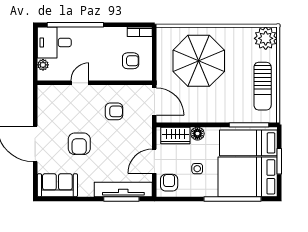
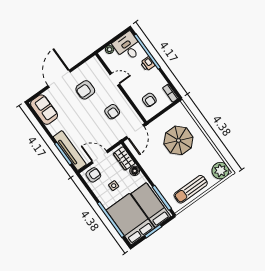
printer: (89, 34) -> (148, 64), added
parasol: (199, 61) -> (178, 140), width x0.73, depth x0.73
armchair: (79, 144) -> (85, 90), moved

